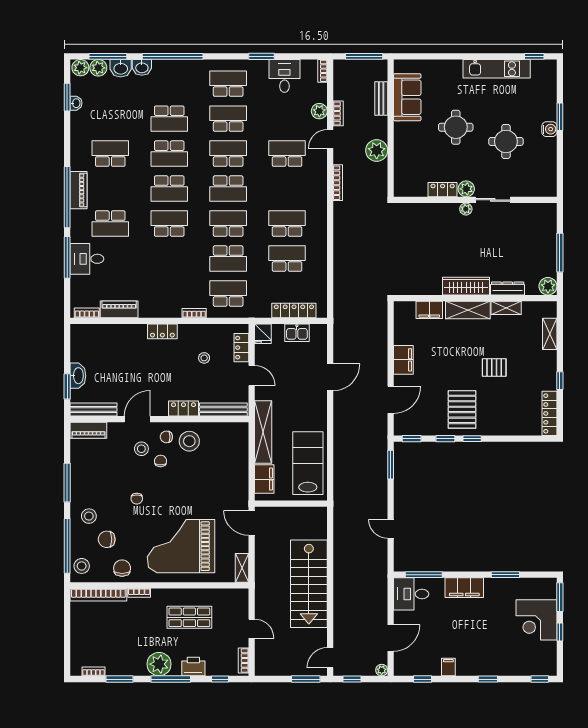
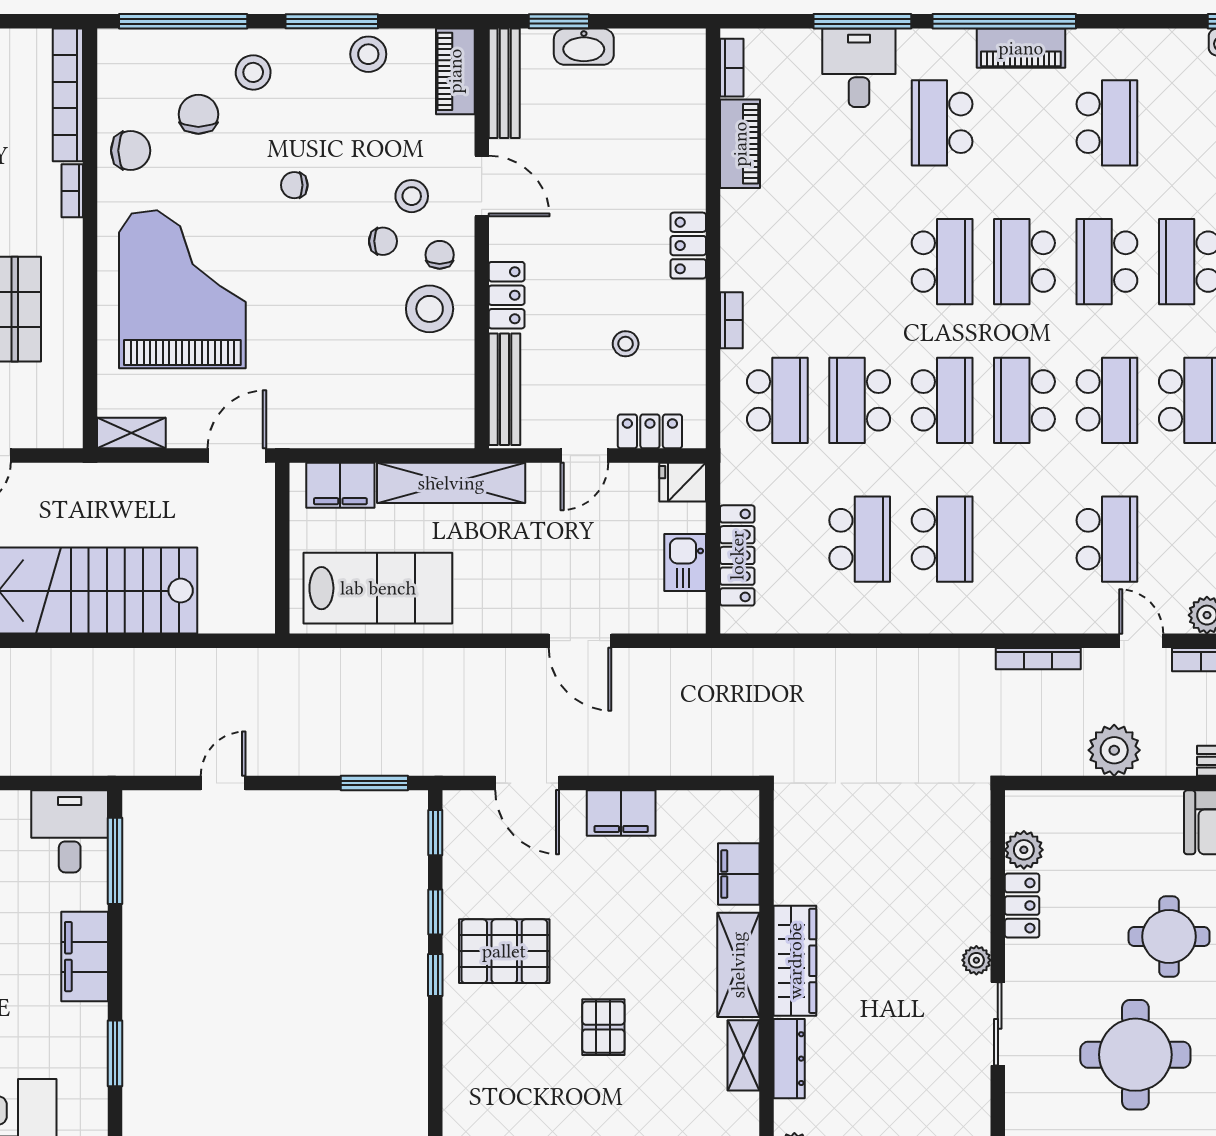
round table: (506, 141) -> (1135, 1055), width x1.36, depth x1.36
plant: (466, 189) -> (1024, 850), moved
stool: (82, 566) -> (368, 54), moved

